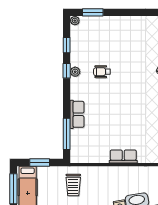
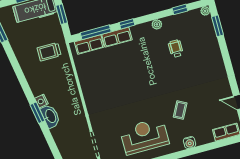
window: (67, 71) -> (127, 24), moved
wheelchair: (102, 72) -> (176, 49), moved
row of seats: (123, 157) -> (89, 44), moved, turned 90

